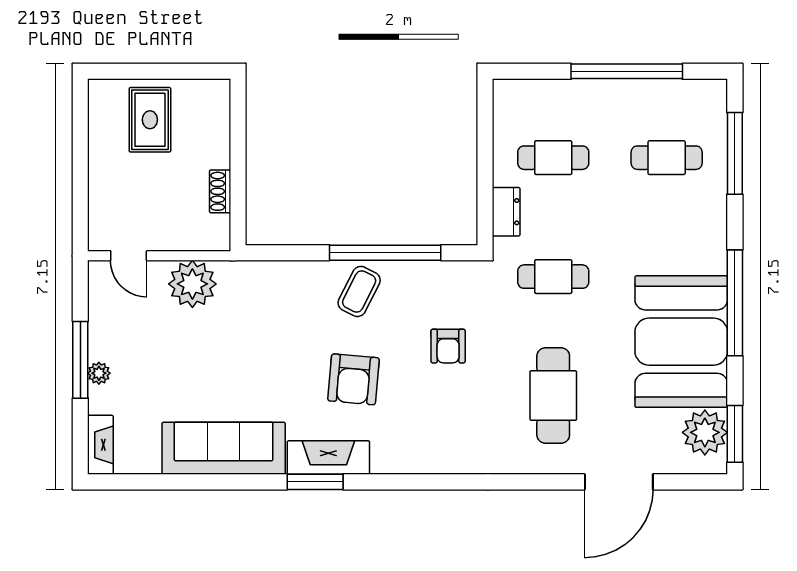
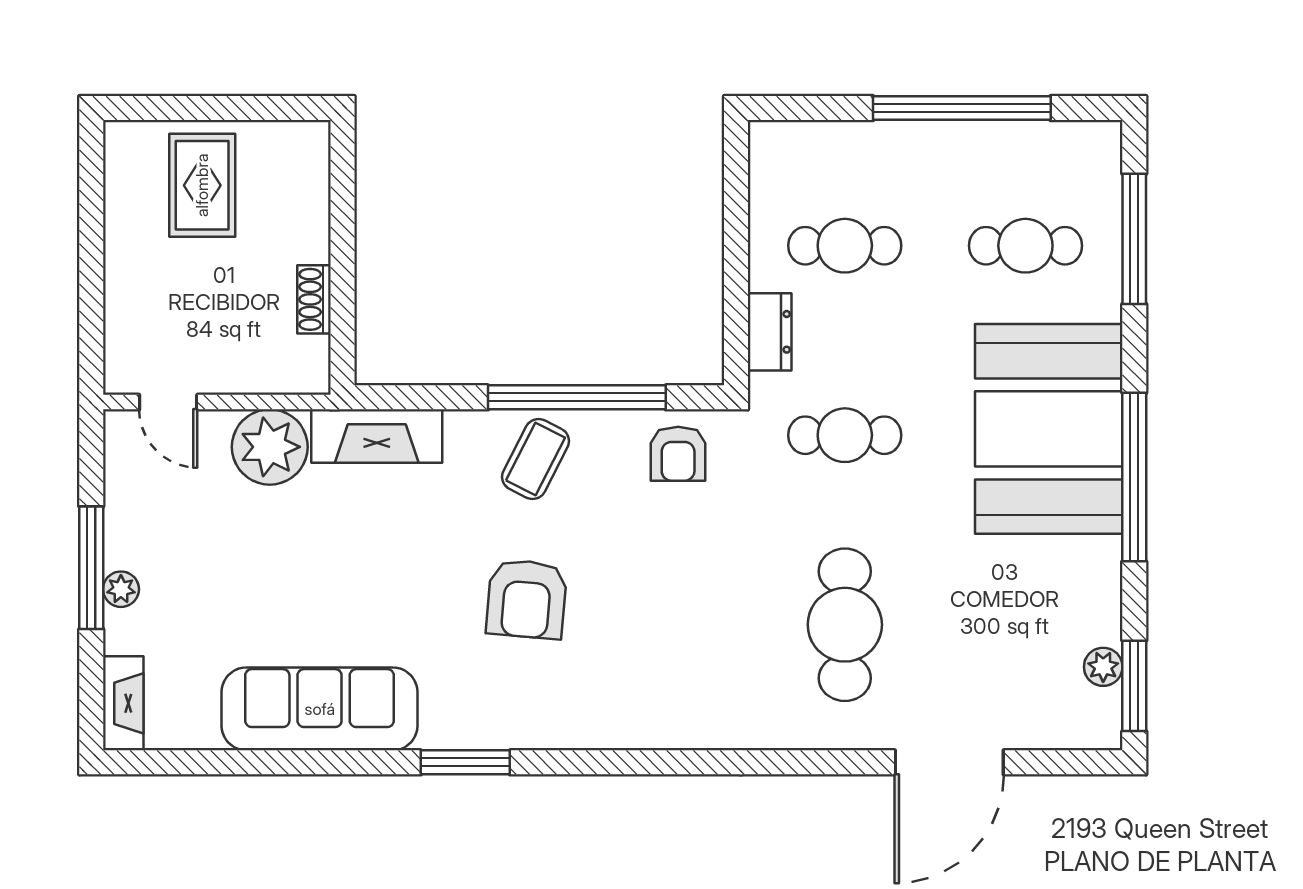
booth: (681, 342) -> (1049, 429), moved
armchair: (448, 346) -> (678, 454), moved
plant: (705, 432) -> (1103, 667), width x0.53, depth x0.53
fireplace: (328, 458) -> (377, 436), moved, turned 180

